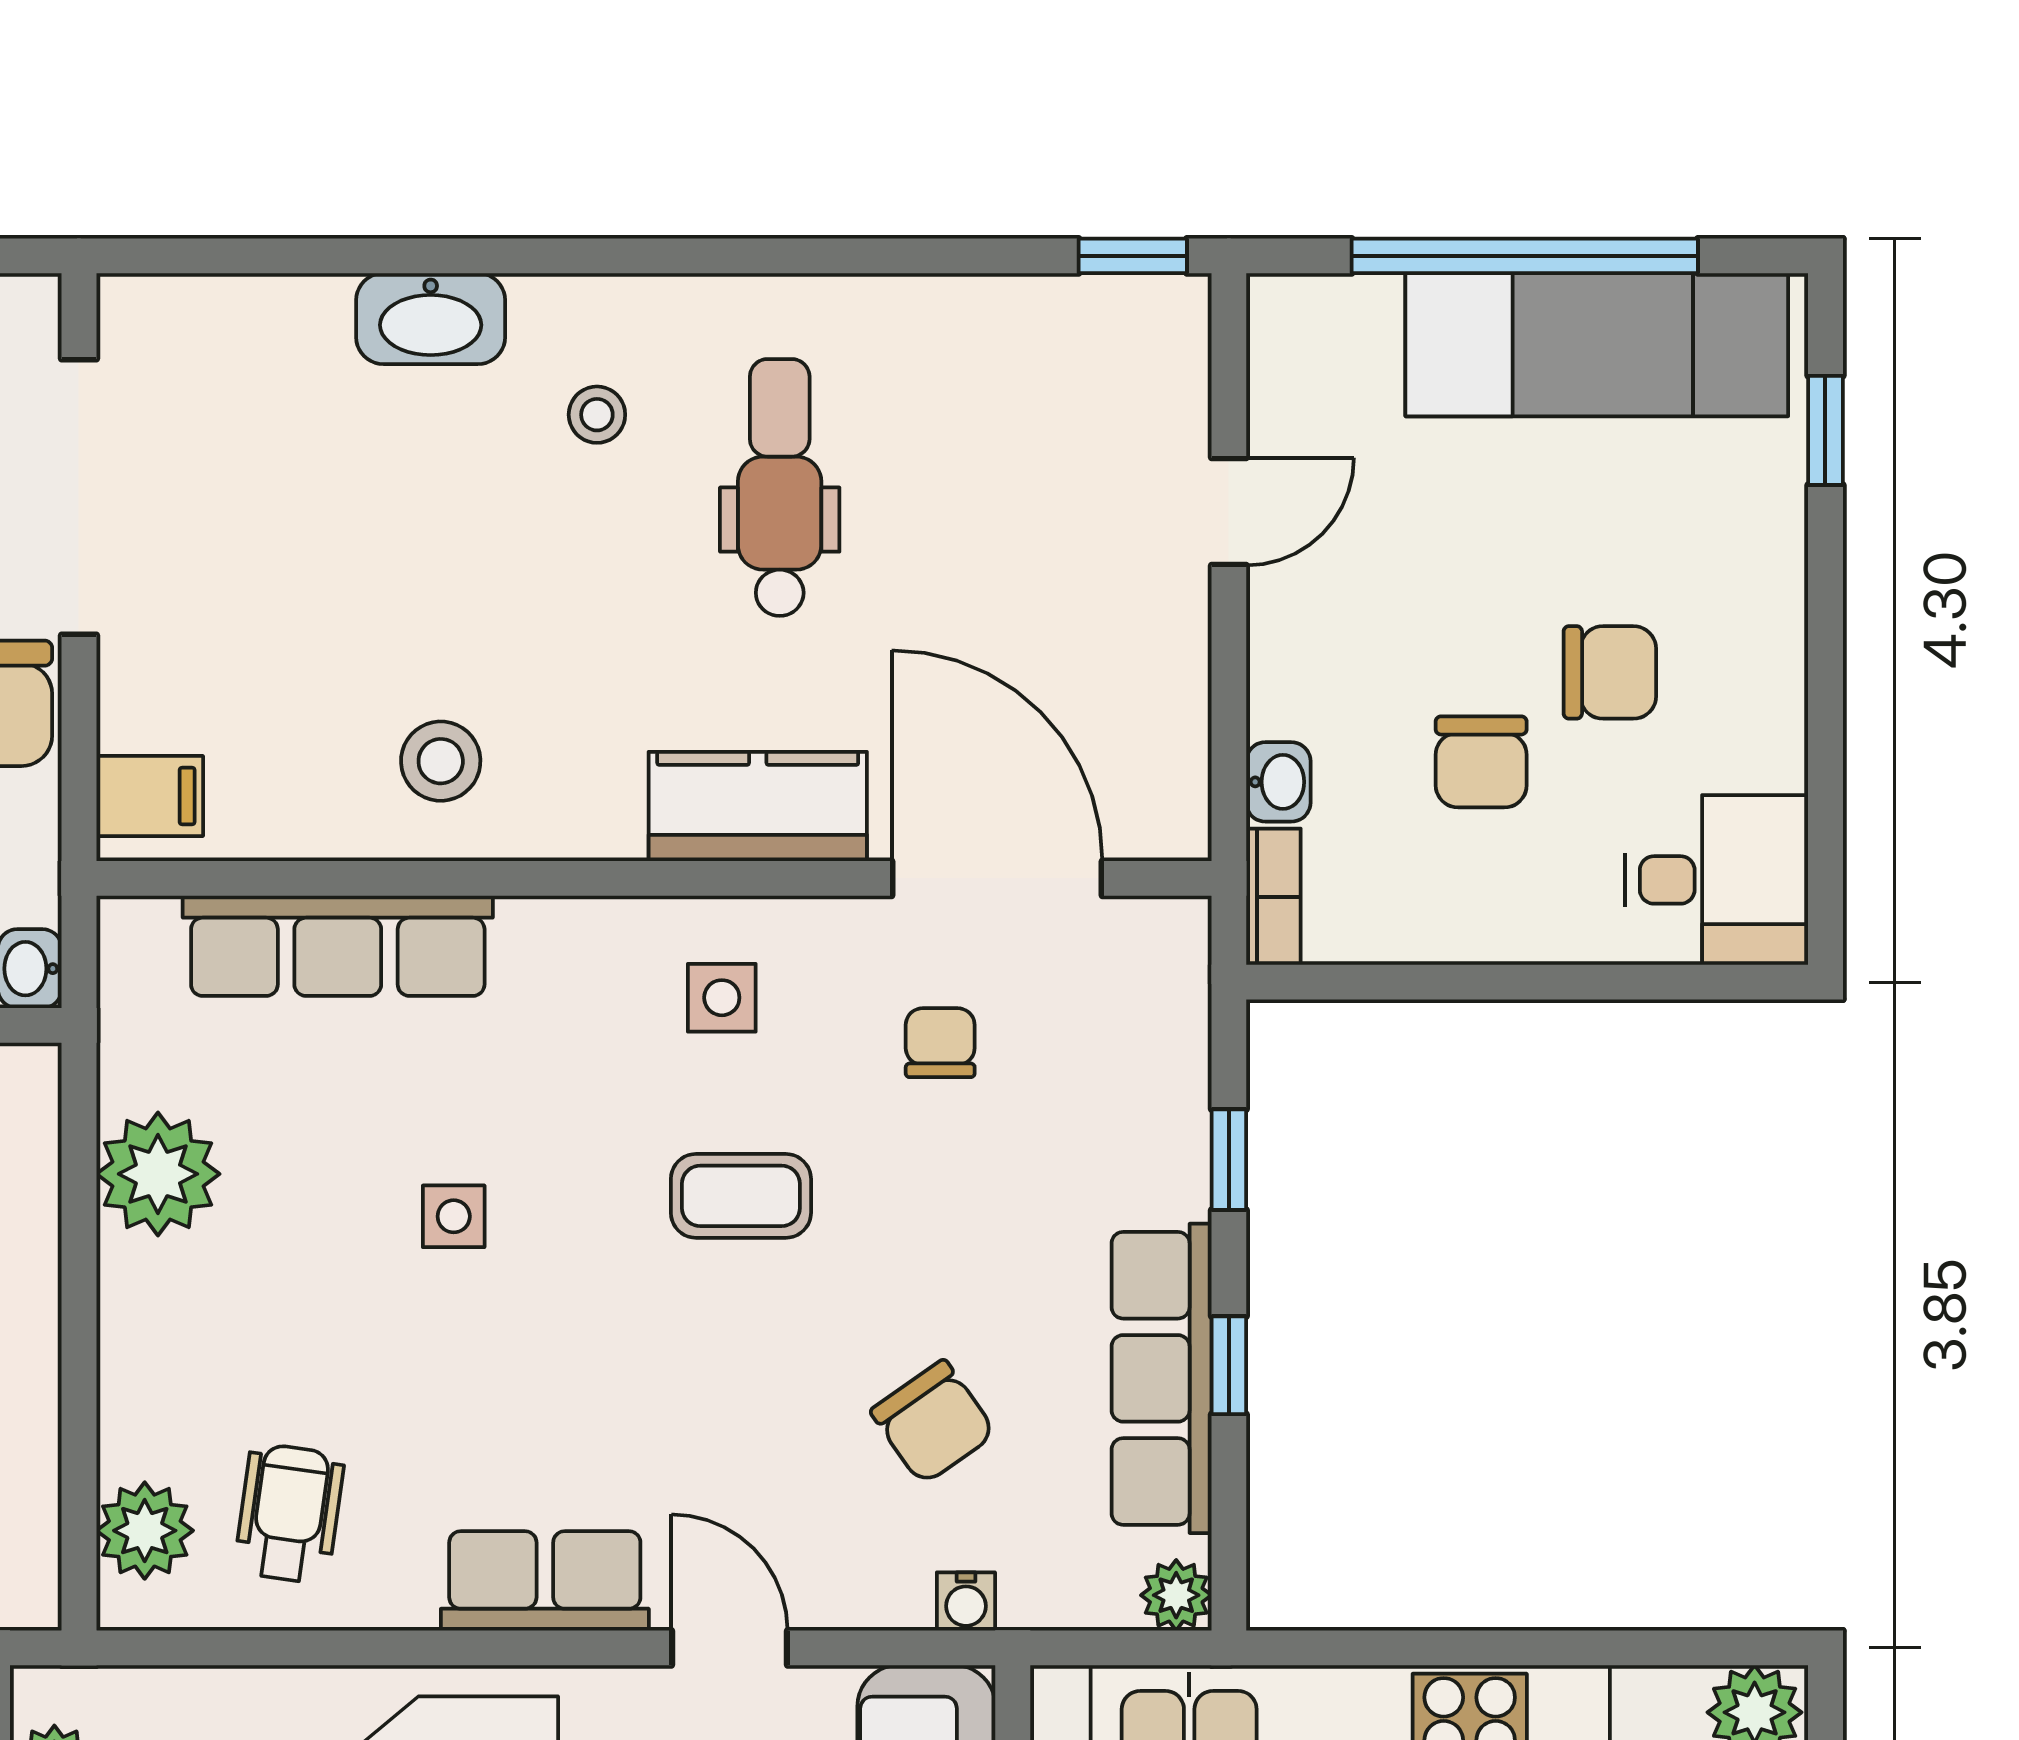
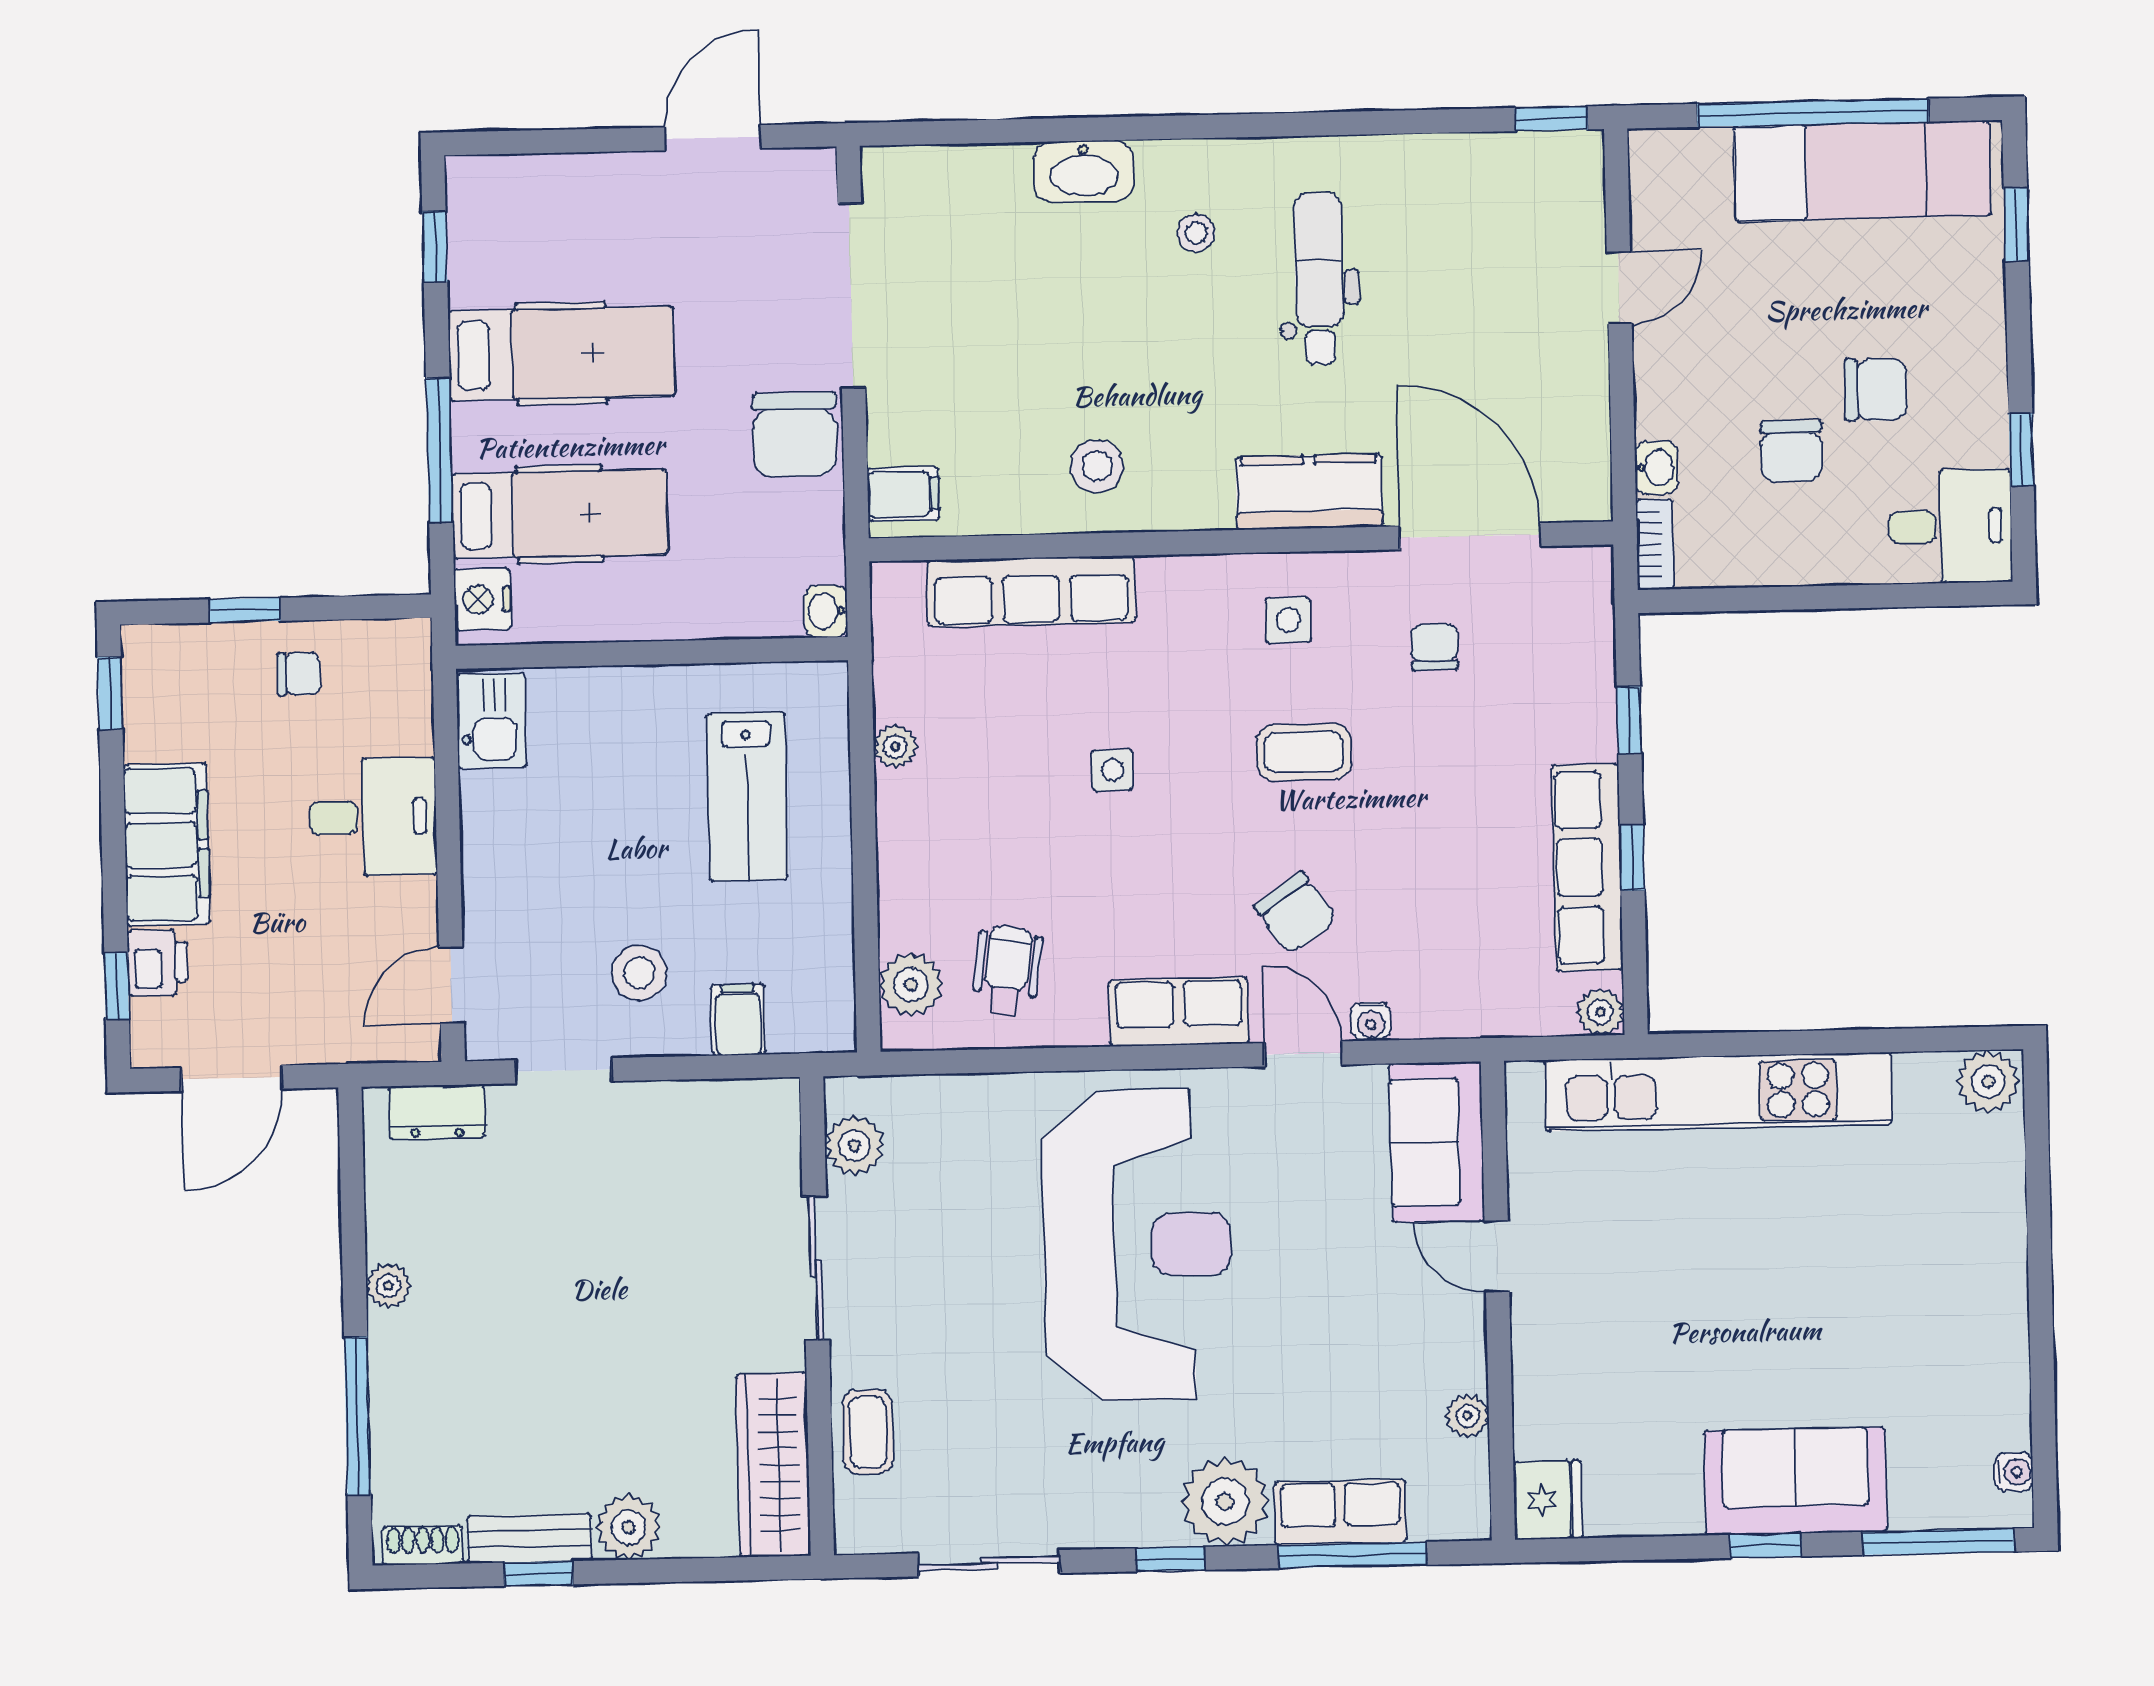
window: (1825, 768) -> (2021, 450), added
plant: (158, 1174) -> (895, 747), width x0.53, depth x0.53
chair: (933, 1422) -> (1296, 913), moved
water cooler: (966, 1601) -> (1371, 1021), moved

